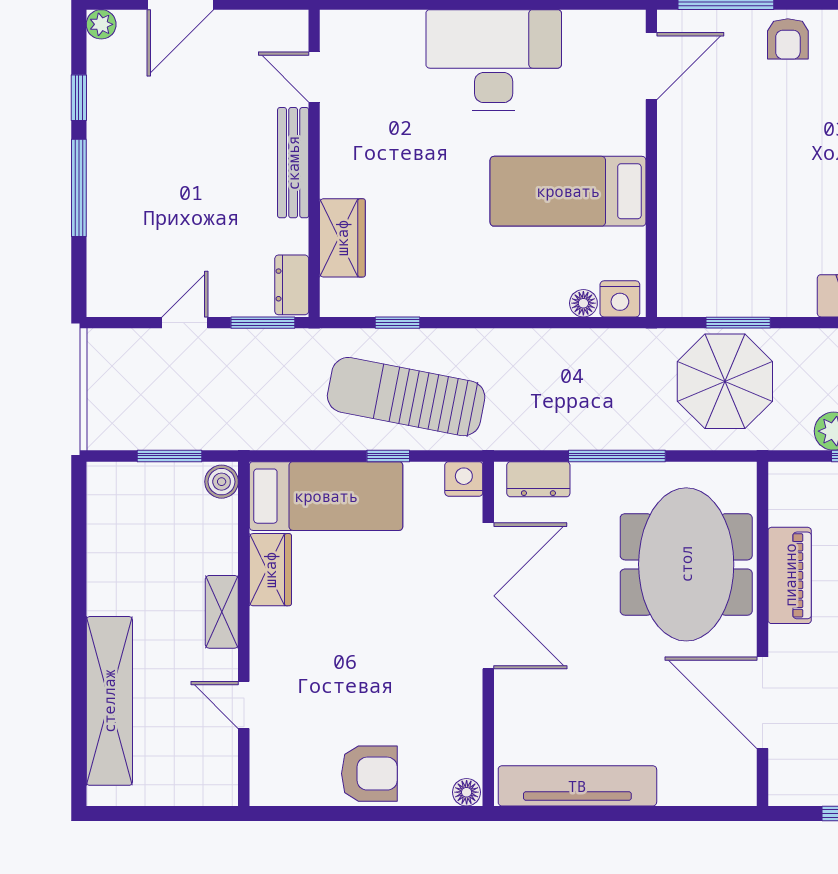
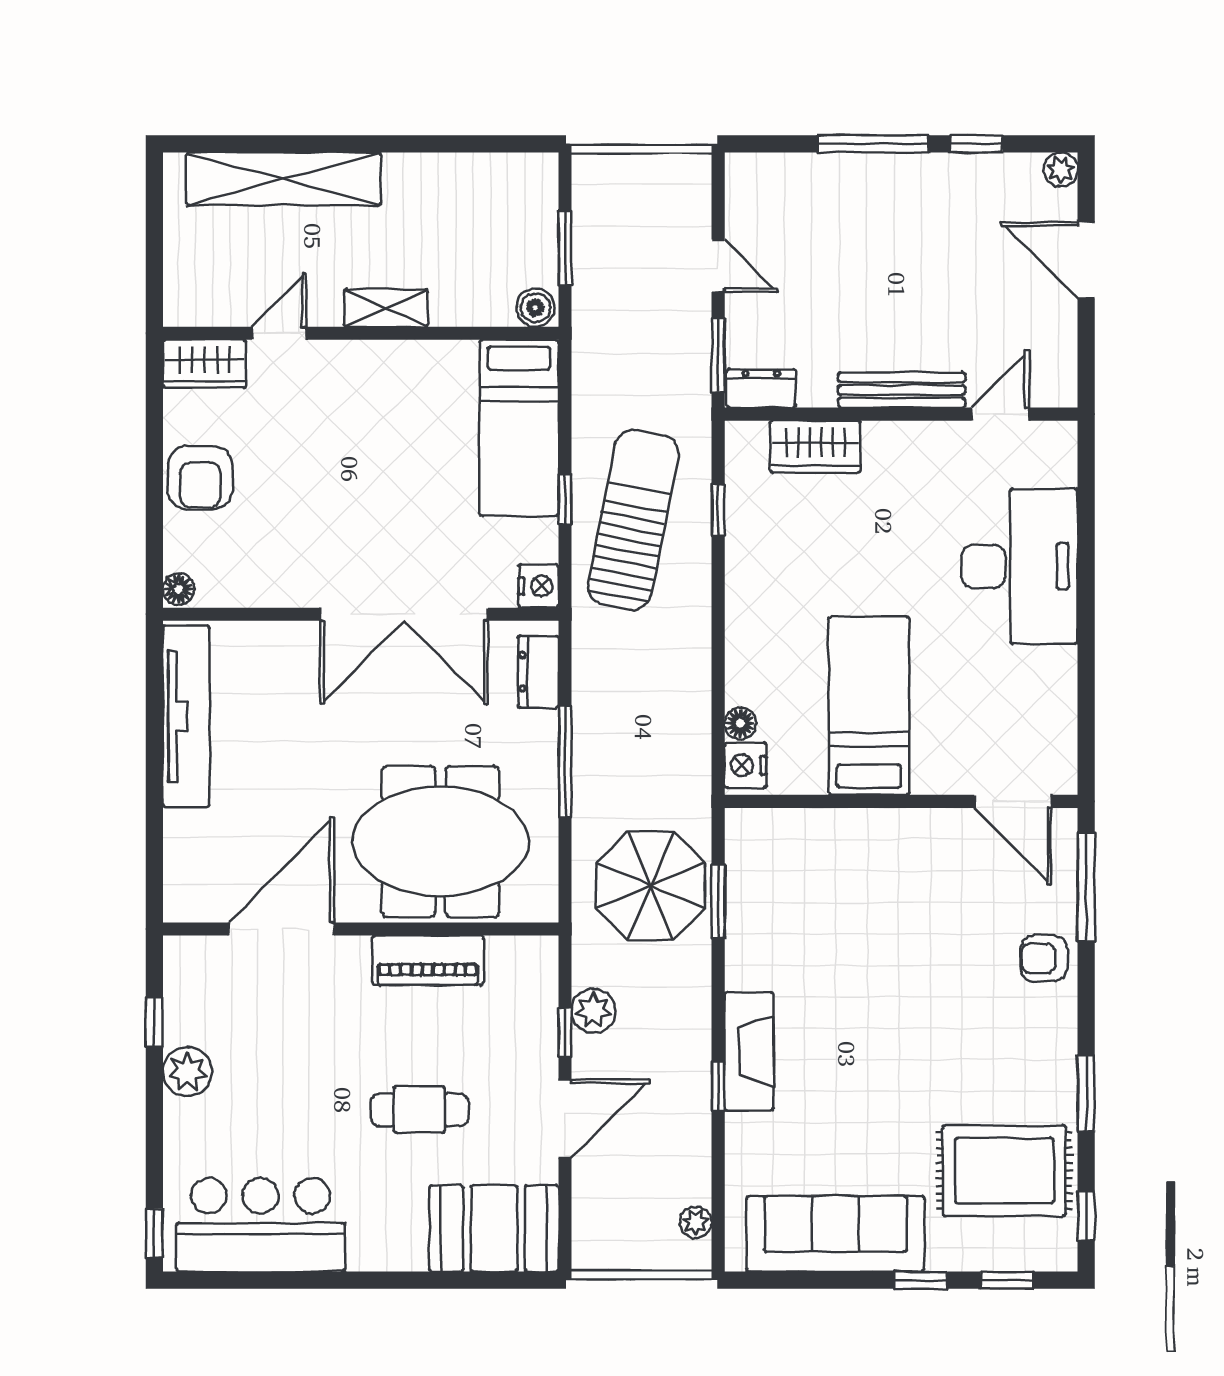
desk: (494, 60) -> (1020, 566), moved
wardrobe: (270, 570) -> (204, 364), moved

